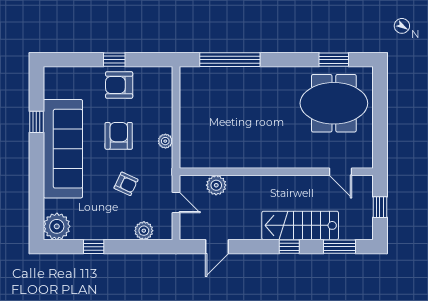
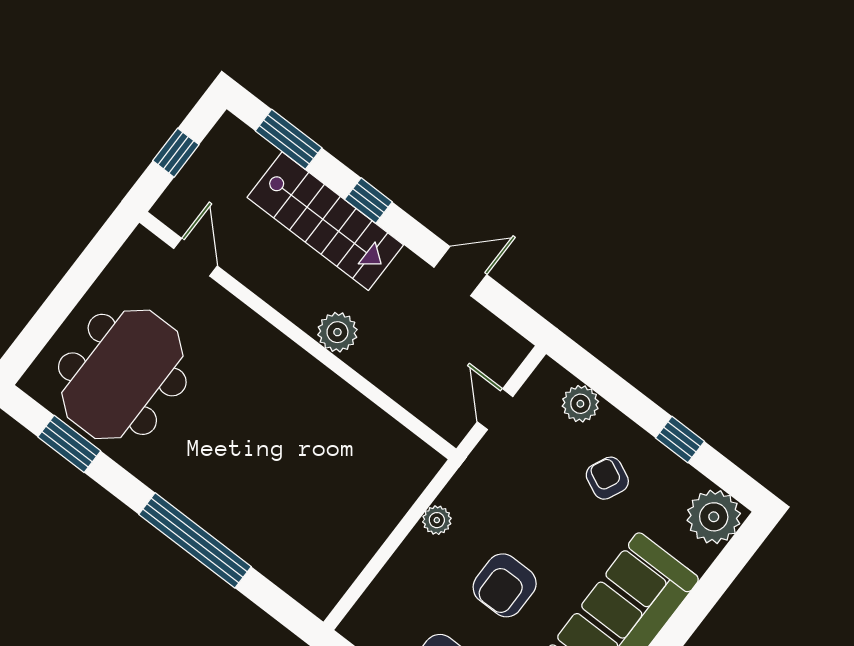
window: (230, 60) -> (195, 540), moved
meeting table: (334, 103) -> (122, 374), turned 90
armchair: (126, 184) -> (607, 478), moved
plant: (216, 185) -> (337, 332), moved
door: (217, 247) -> (460, 271), moved

